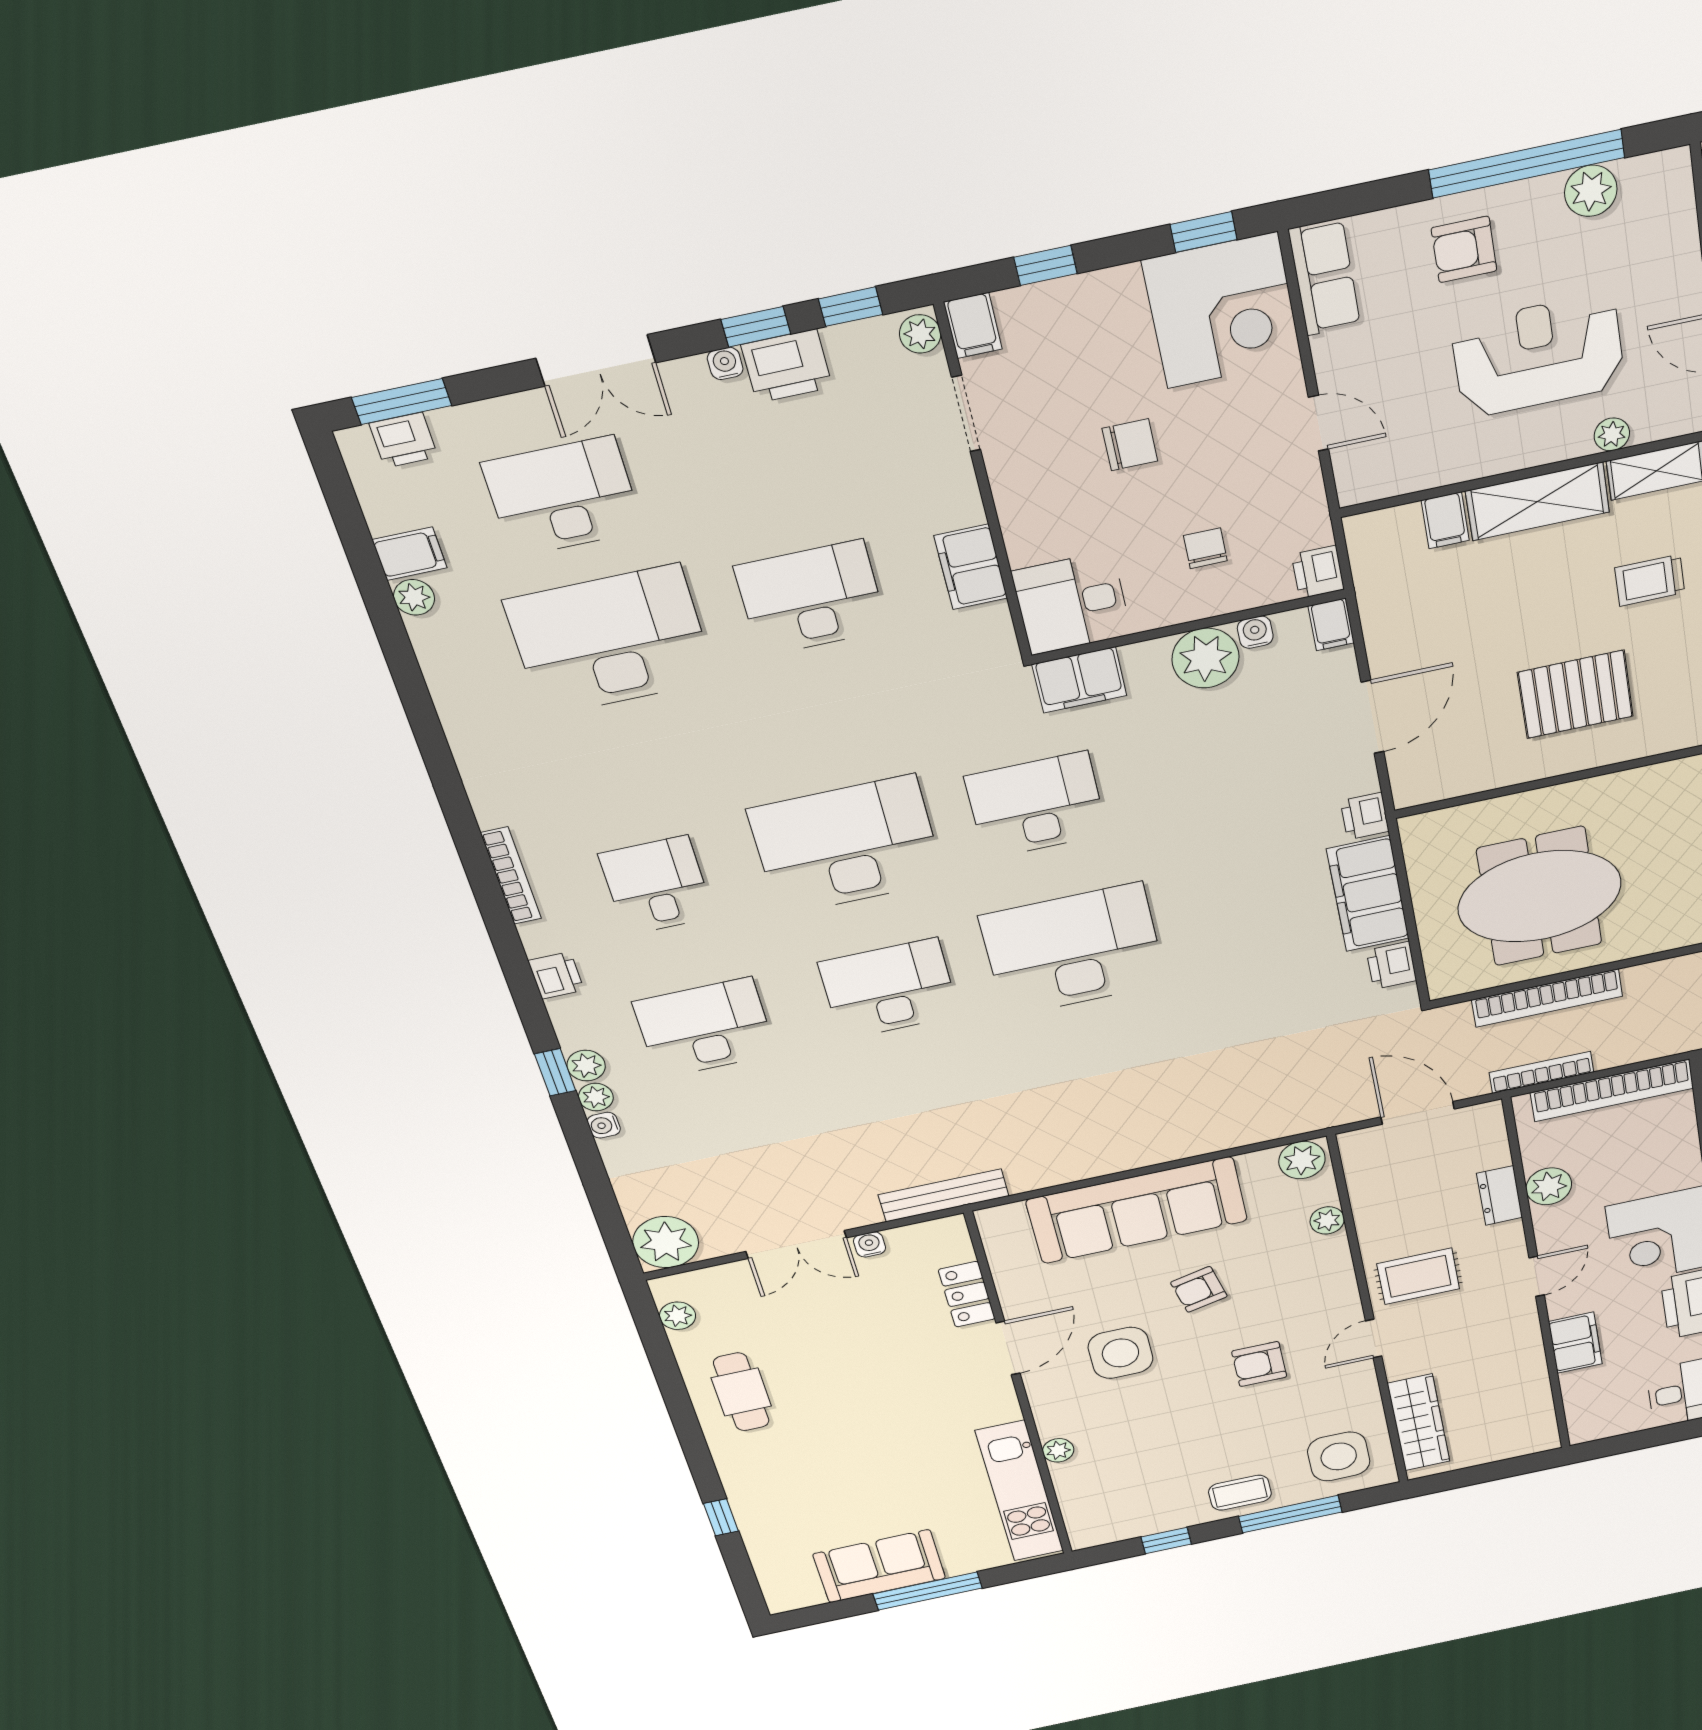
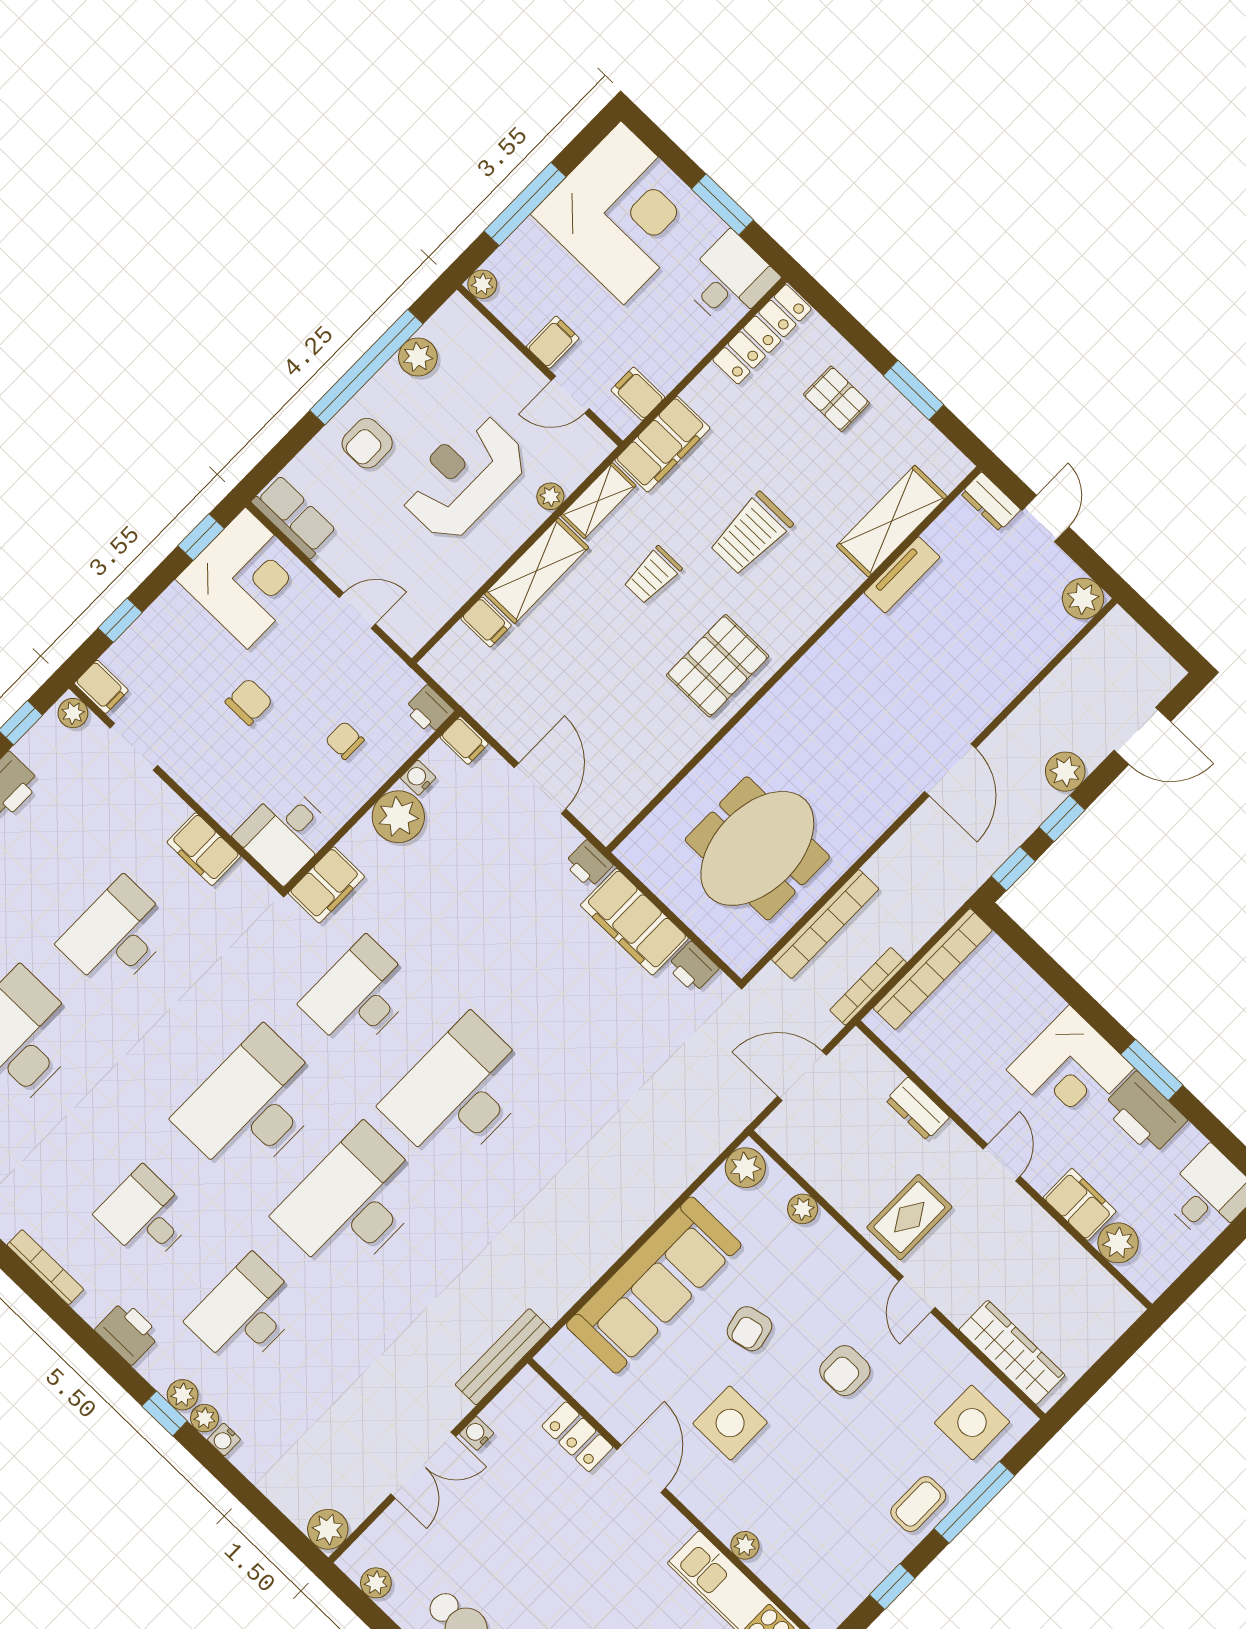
pallet: (1575, 694) -> (718, 666), moved
printer: (556, 975) -> (128, 1333), width x1.36, depth x1.24
desk: (889, 989) -> (352, 1203), width x1.36, depth x1.30
plant: (1549, 1186) -> (1118, 1243), moved
plant: (666, 1242) -> (328, 1529), width x0.73, depth x0.73

